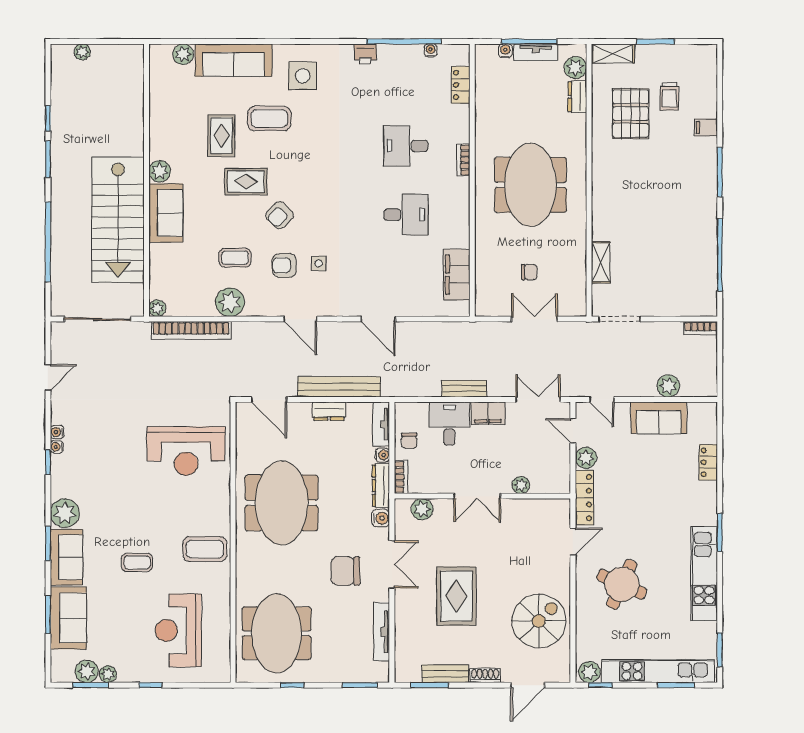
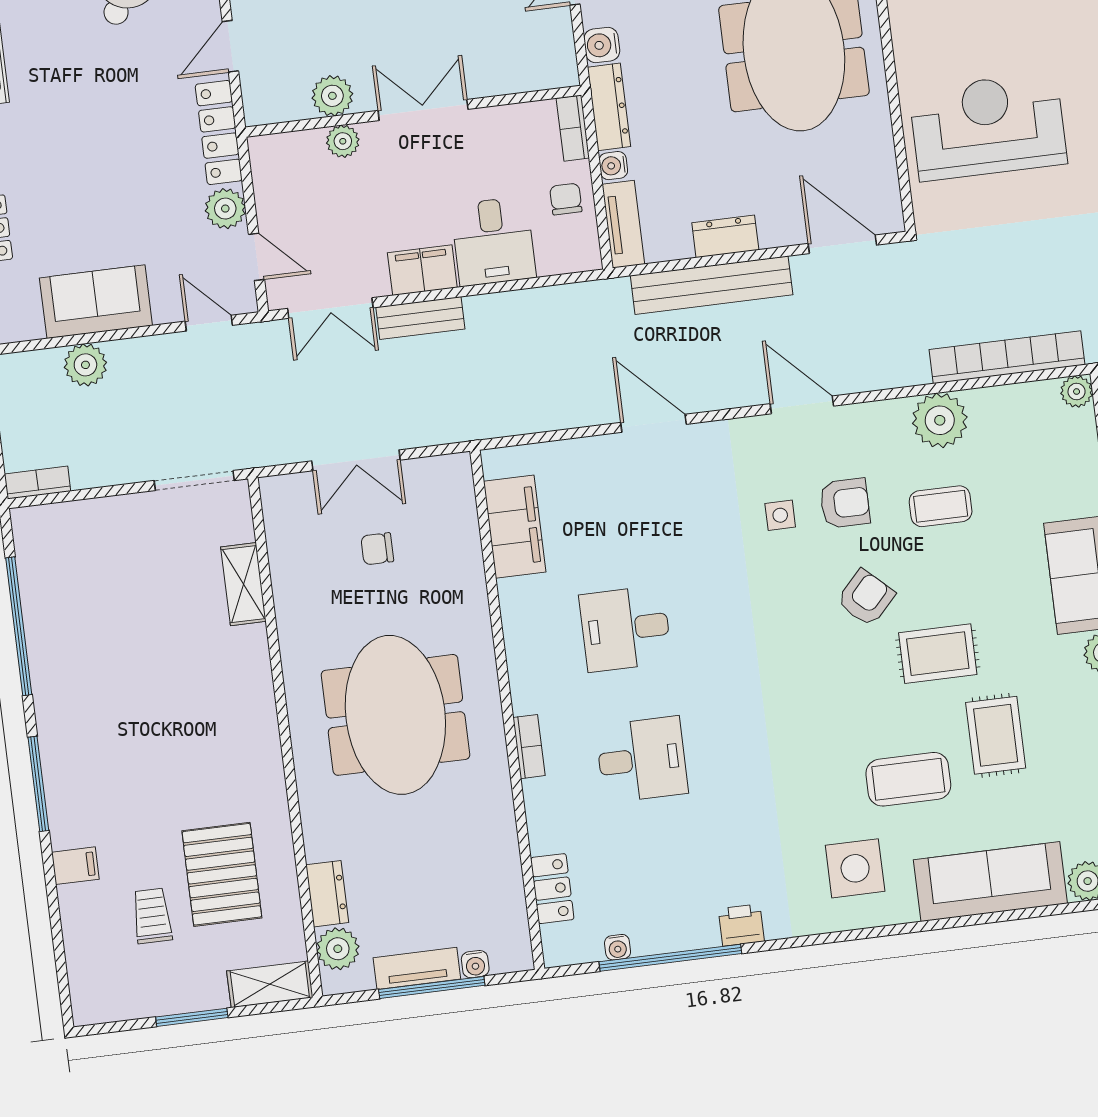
bench: (464, 389) -> (420, 318), moved
plant: (422, 509) -> (332, 96), moved

